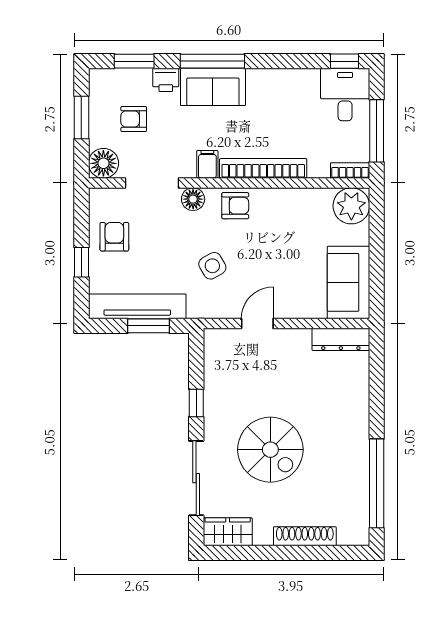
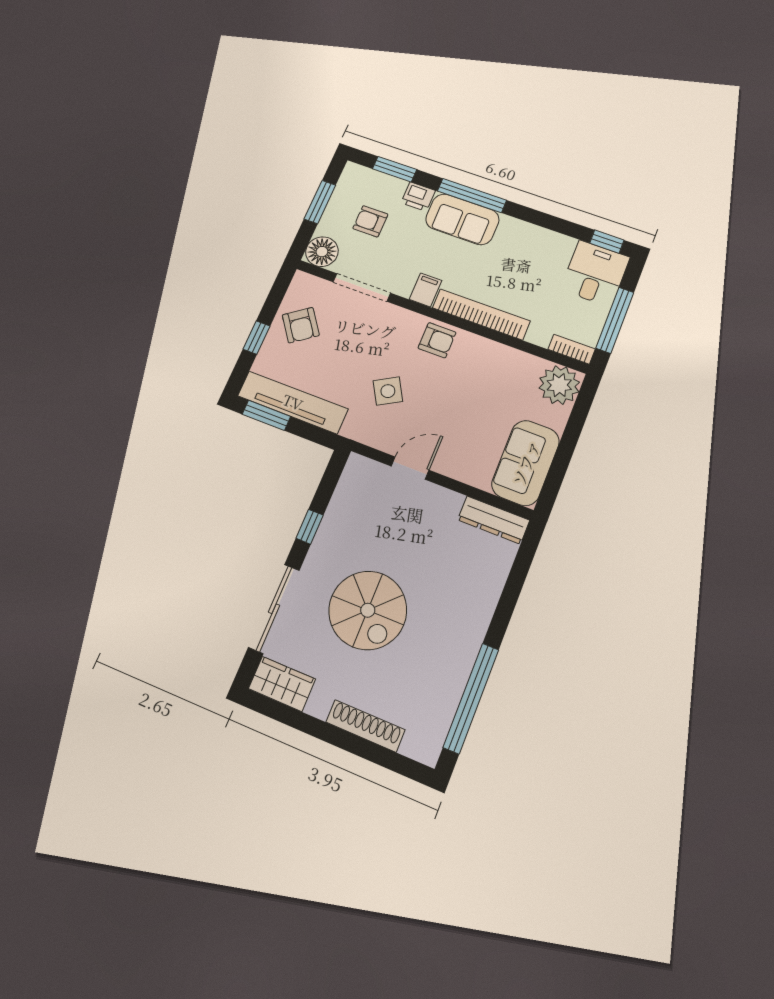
floor lamp: (193, 199) -> (396, 318), removed
armchair: (114, 237) -> (301, 325), turned 144
window: (149, 326) -> (266, 415), moved

